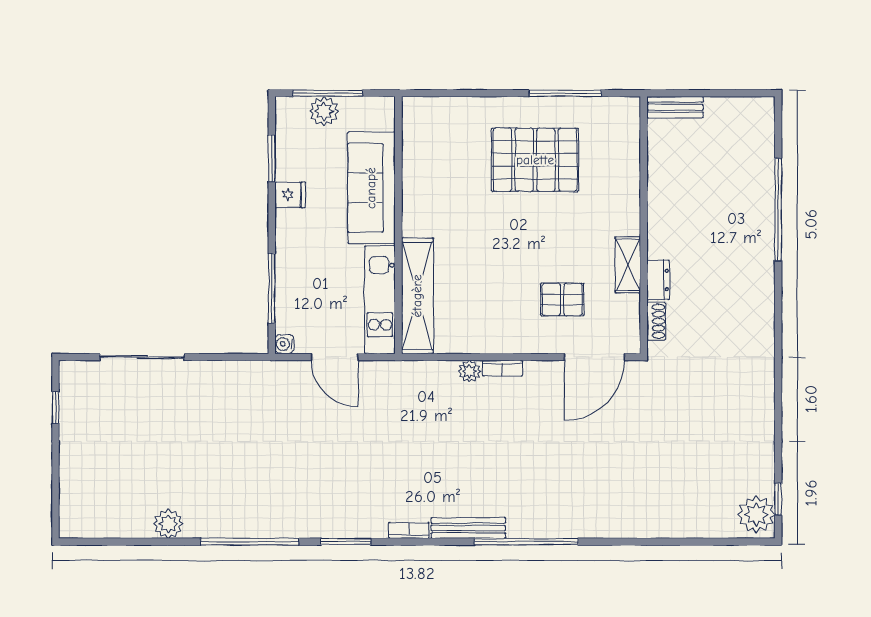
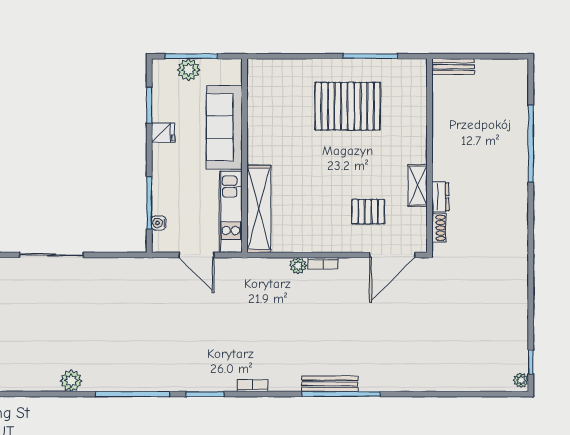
water cooler: (284, 344) -> (159, 223), moved
plant: (756, 515) -> (521, 380), width x0.53, depth x0.53
bench: (468, 528) -> (330, 384), moved

